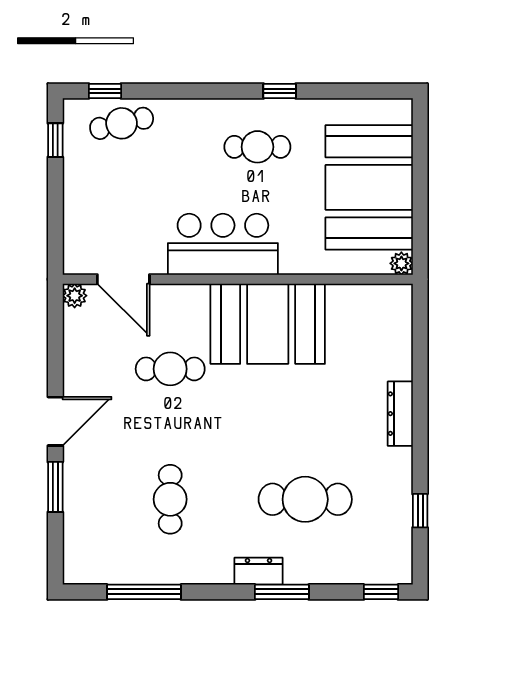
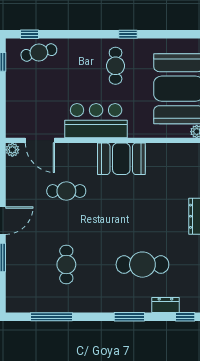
cafe table: (257, 147) -> (116, 66), turned 90
booth: (268, 324) -> (121, 159), width x0.73, depth x0.70
dresser: (259, 571) -> (165, 305), moved

